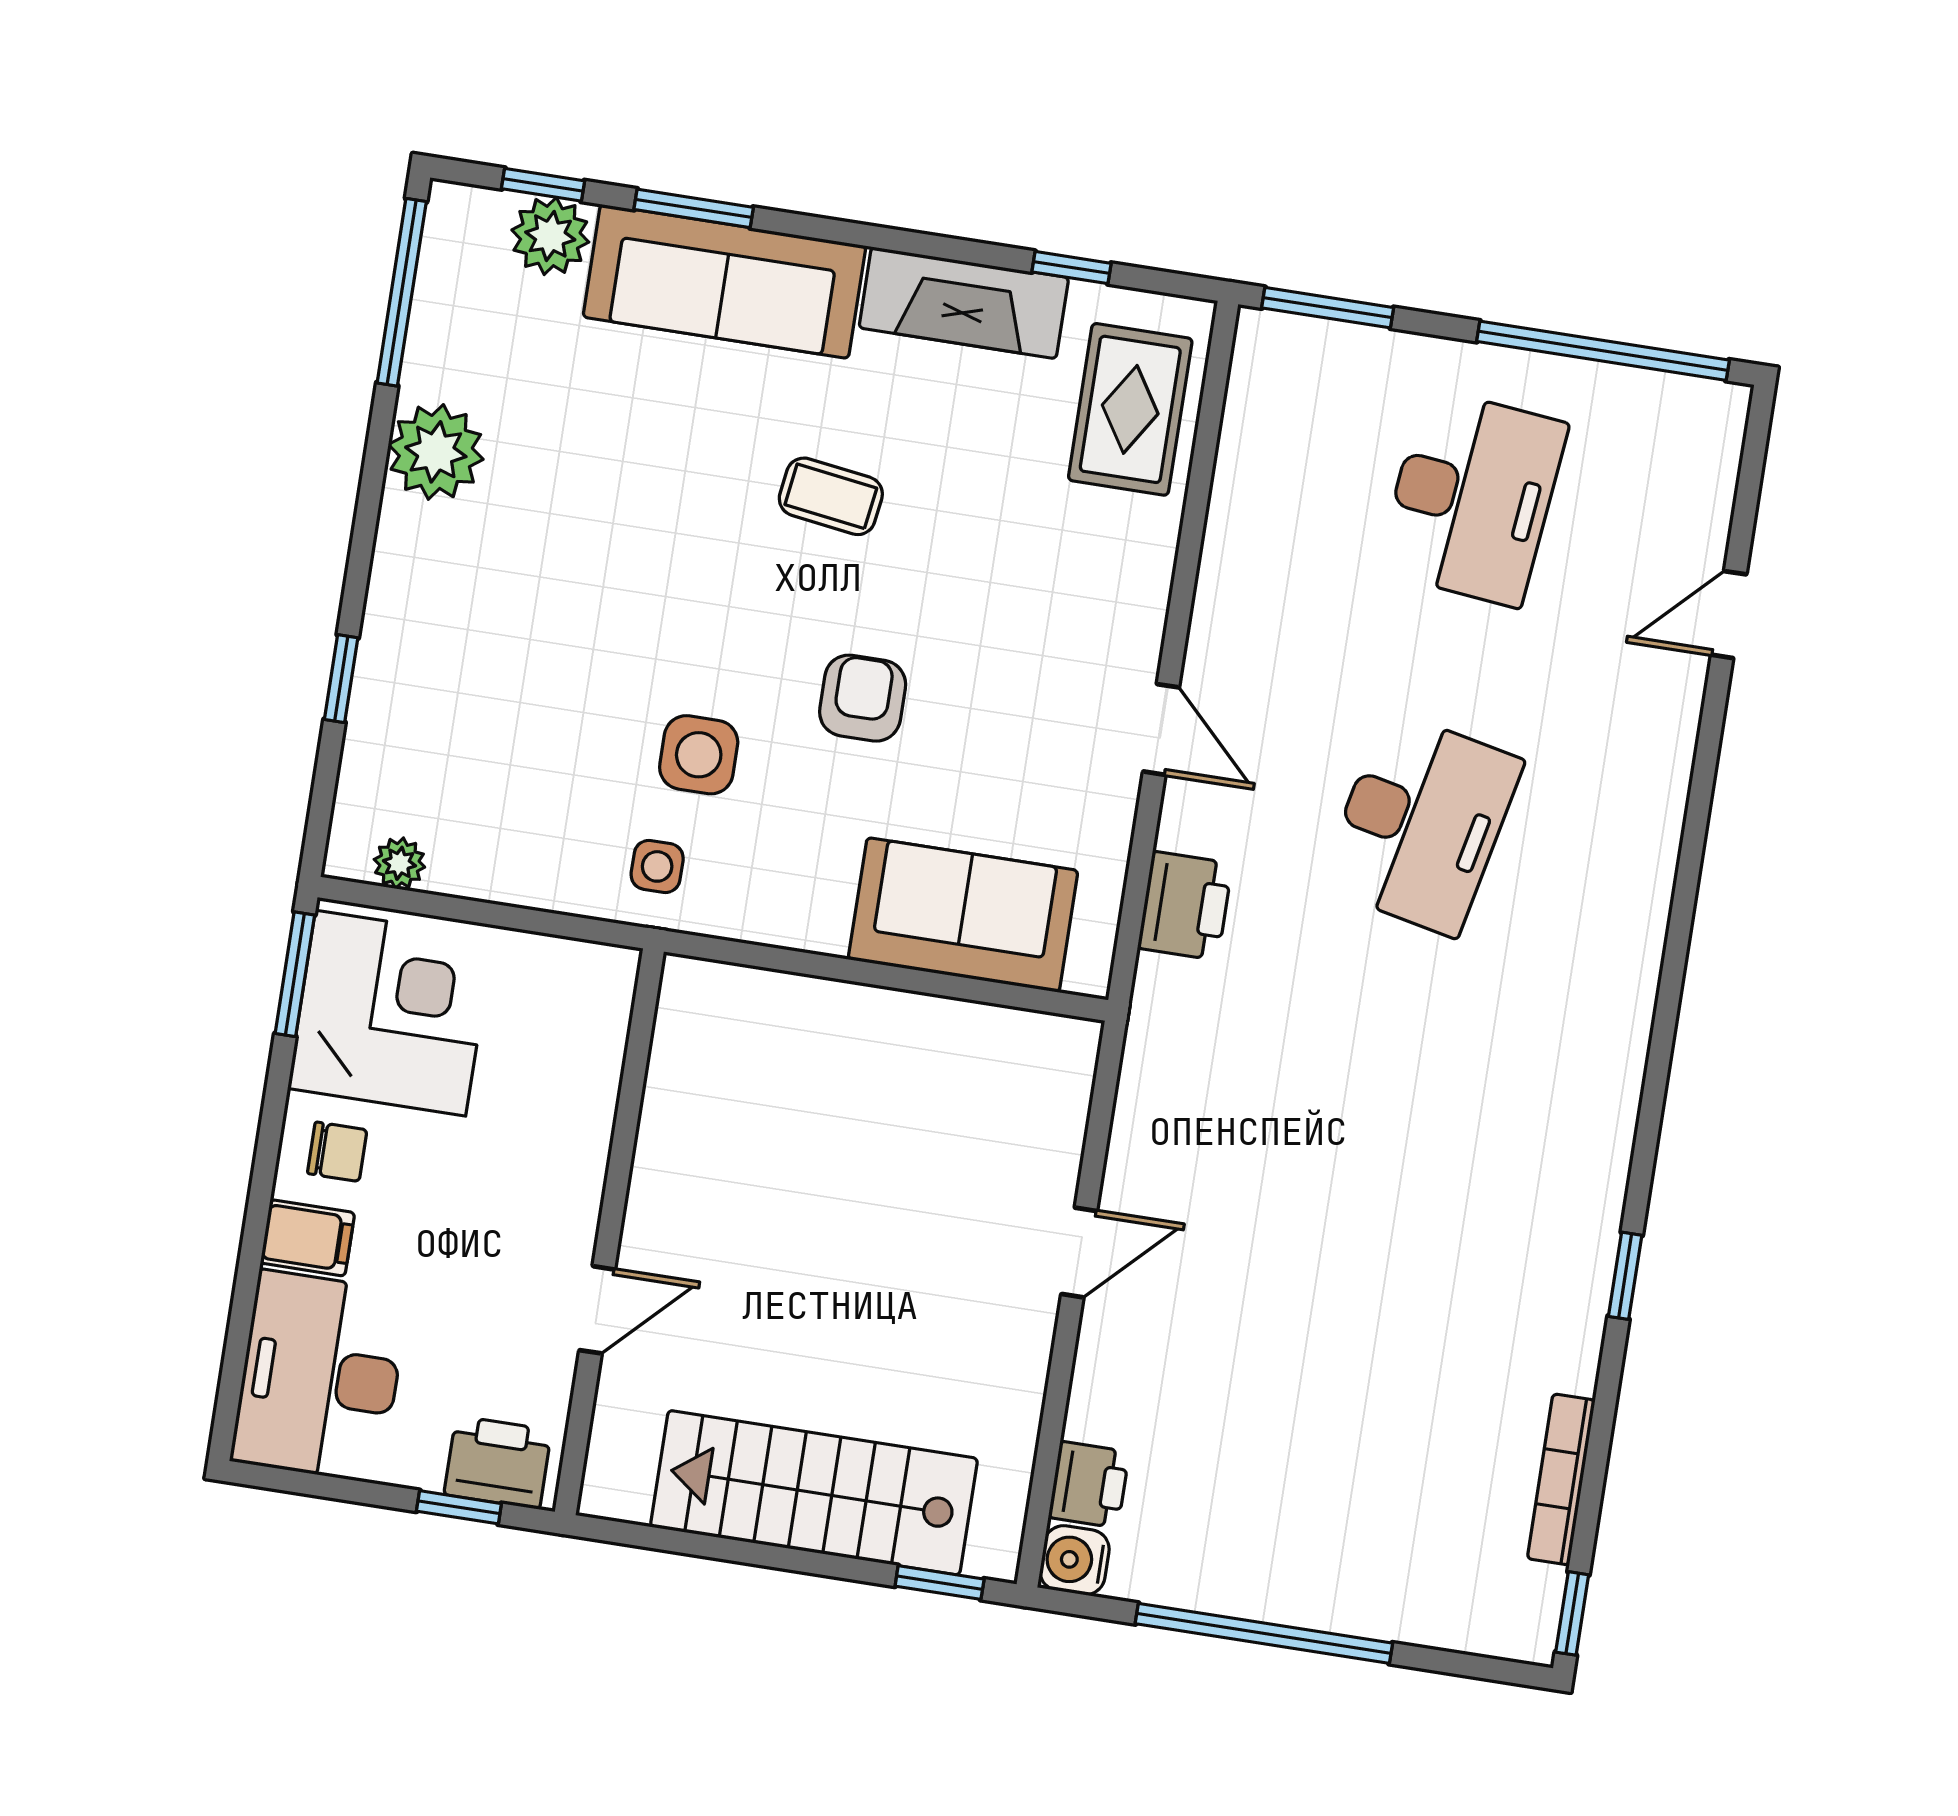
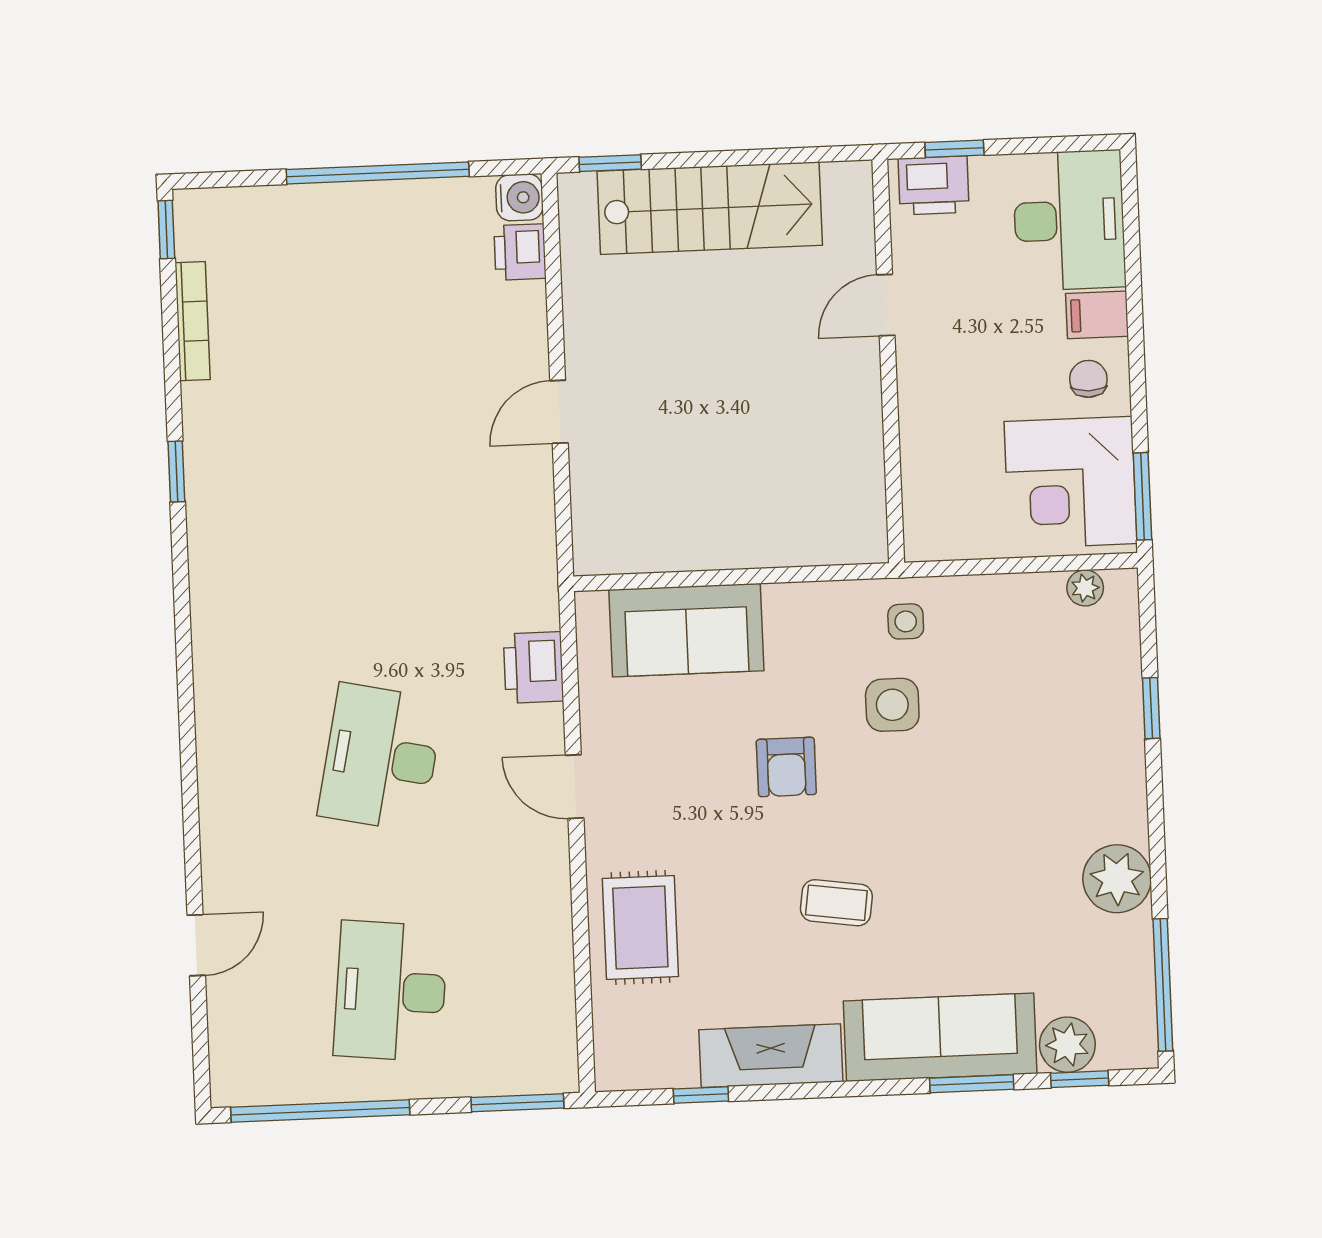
rug: (1130, 409) -> (640, 927), moved
chair: (337, 1152) -> (1088, 379), turned 90

